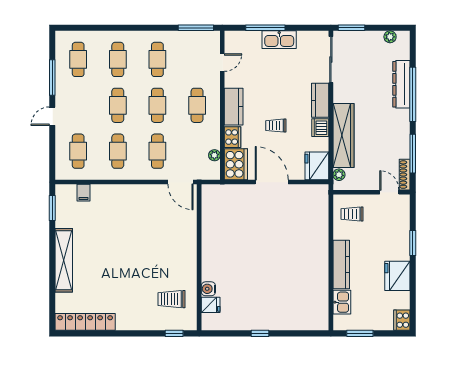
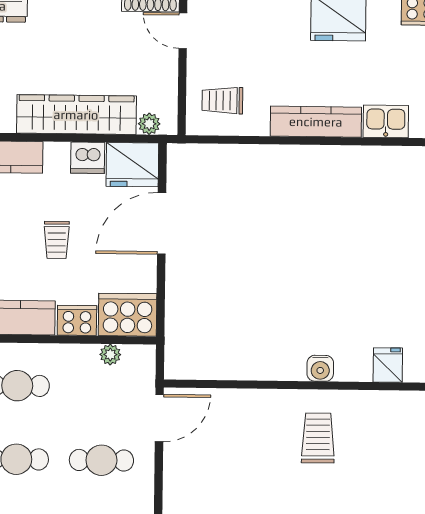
dishwasher: (320, 128) -> (88, 158), moved
door: (272, 182) -> (162, 223), moved
door: (389, 192) -> (183, 31), hinge flipped
trolley: (352, 214) -> (222, 101), turned 90
water cooler: (208, 289) -> (320, 368), moved
trolley: (172, 299) -> (318, 438), moved, turned 180

